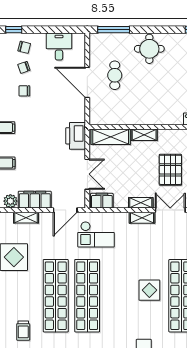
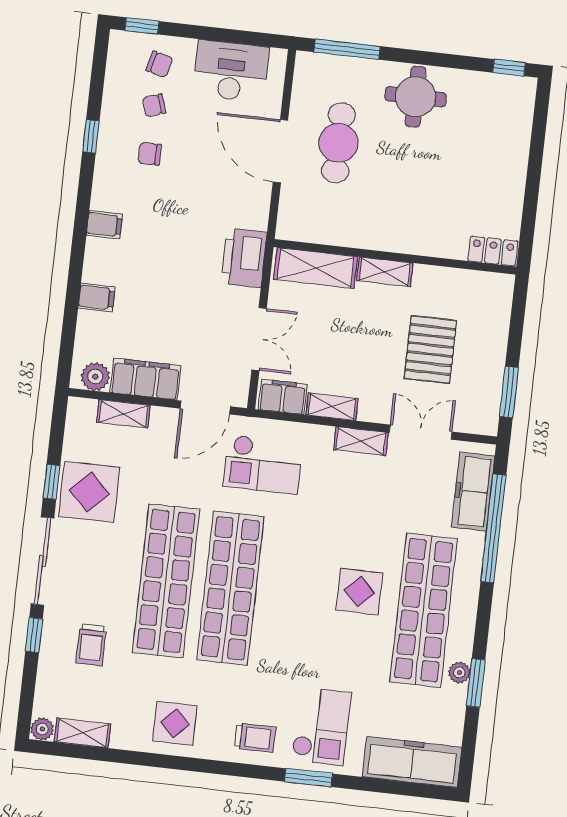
desk: (59, 47) -> (231, 71), width x1.37
cafe table: (115, 75) -> (338, 143), width x1.37, depth x1.35
shelving: (141, 203) -> (332, 407), moved

